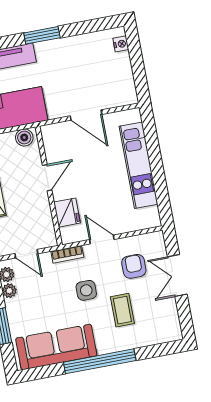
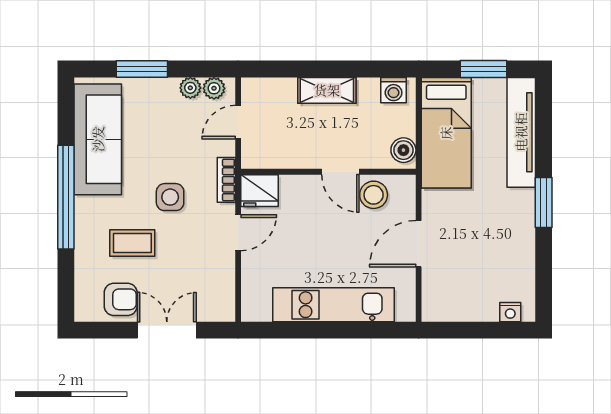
stool: (59, 152) -> (374, 195), added
fridge: (67, 213) -> (259, 191), moved
armchair: (134, 266) -> (121, 299), moved

